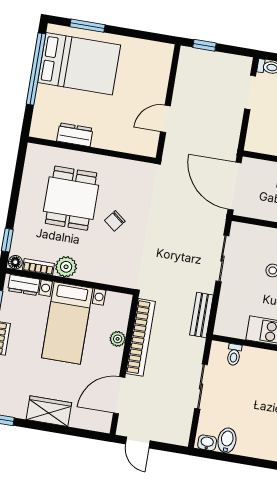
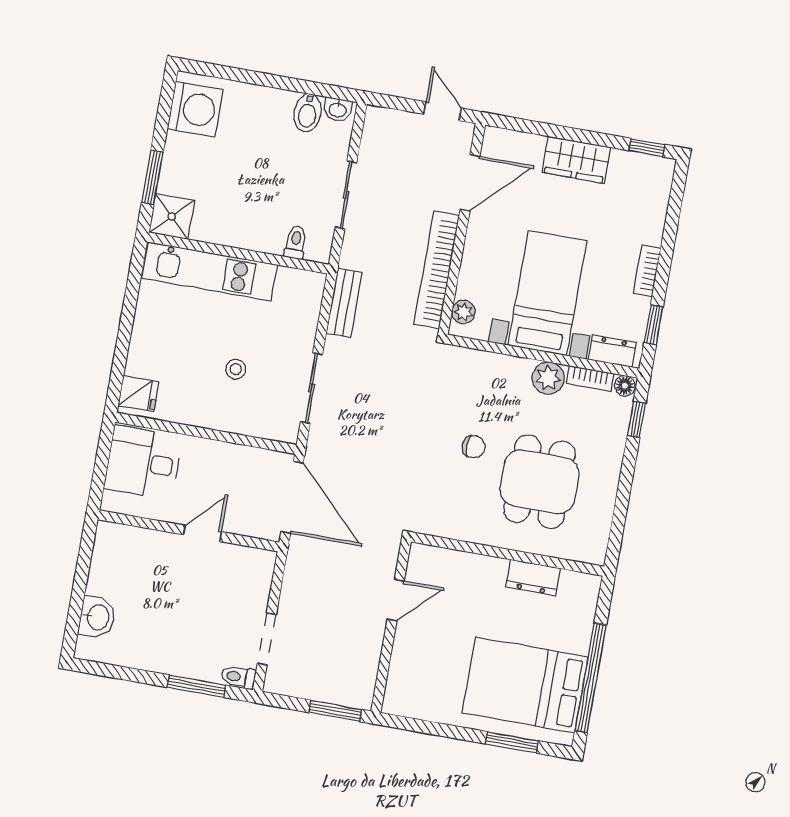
window: (204, 45) -> (335, 711), width x1.50
chair: (115, 221) -> (474, 447), turned 52
plant: (118, 339) -> (464, 312), moved

